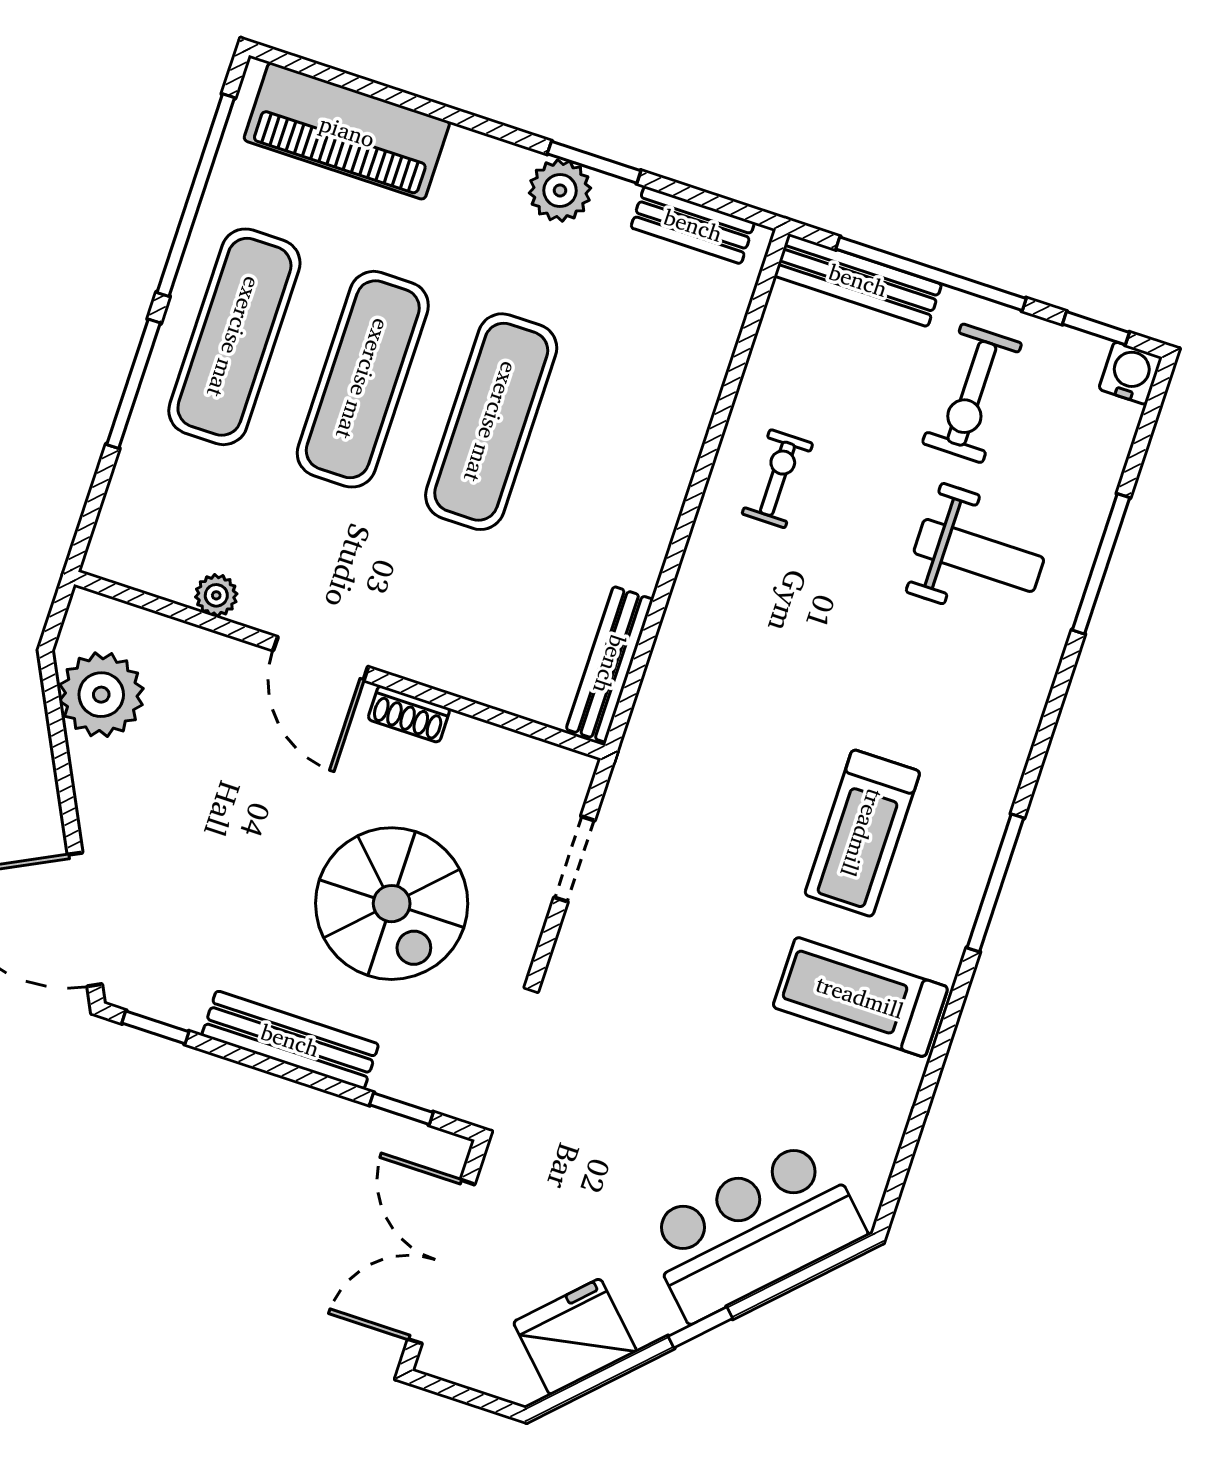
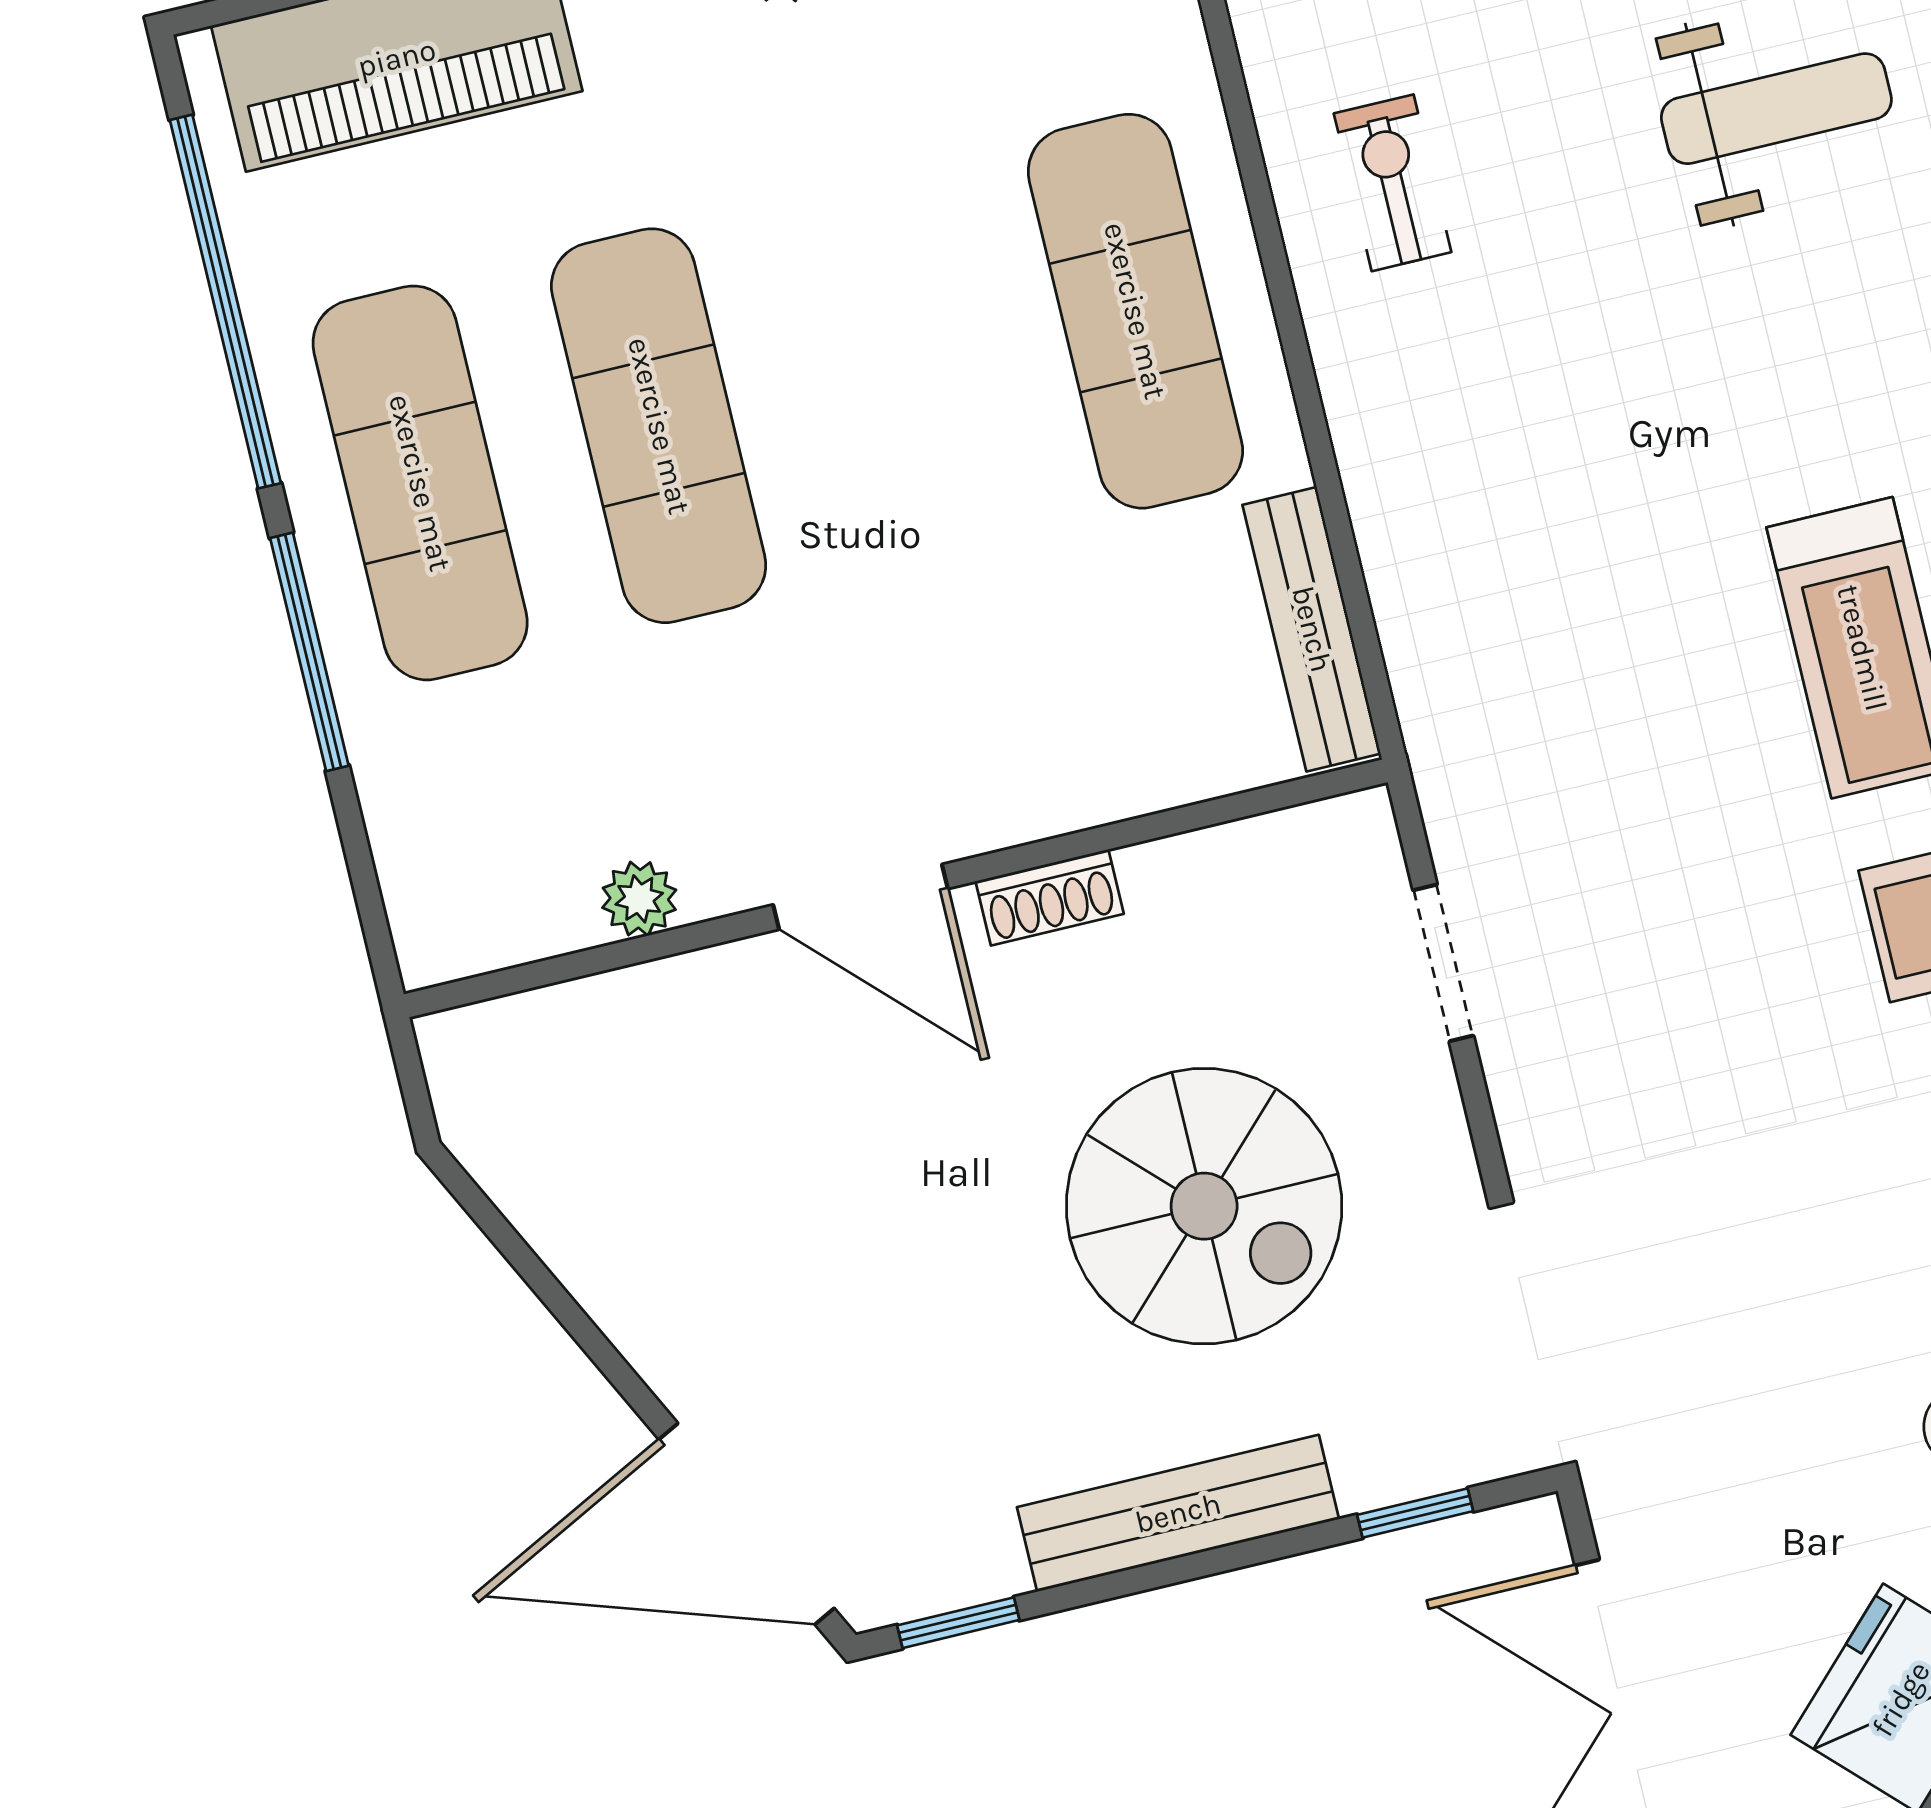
exercise mat: (491, 422) -> (1135, 311), moved
plant: (101, 695) -> (557, 1162), removed

